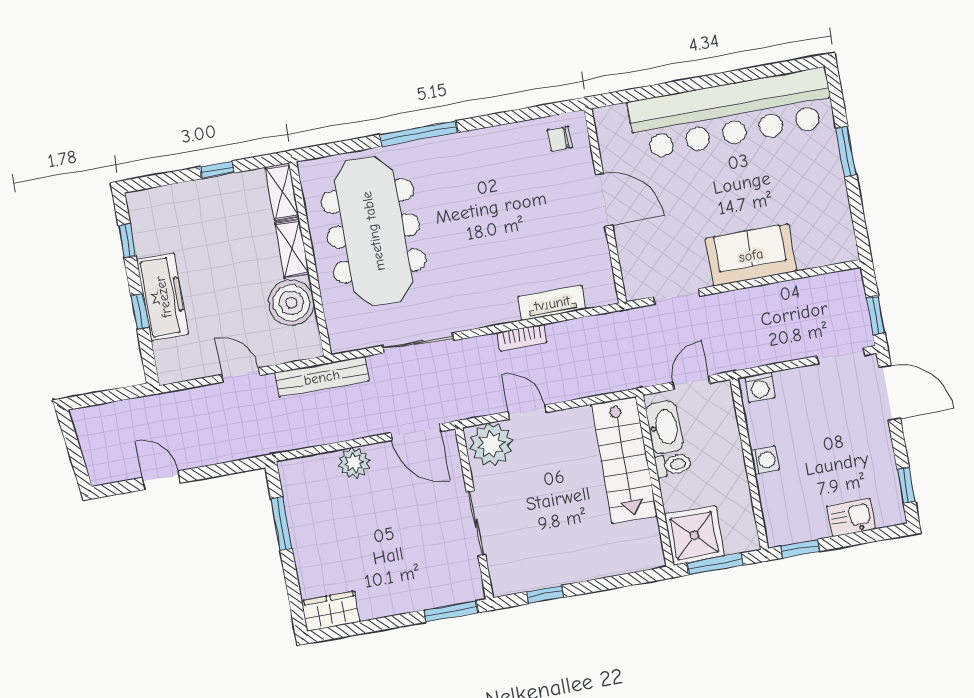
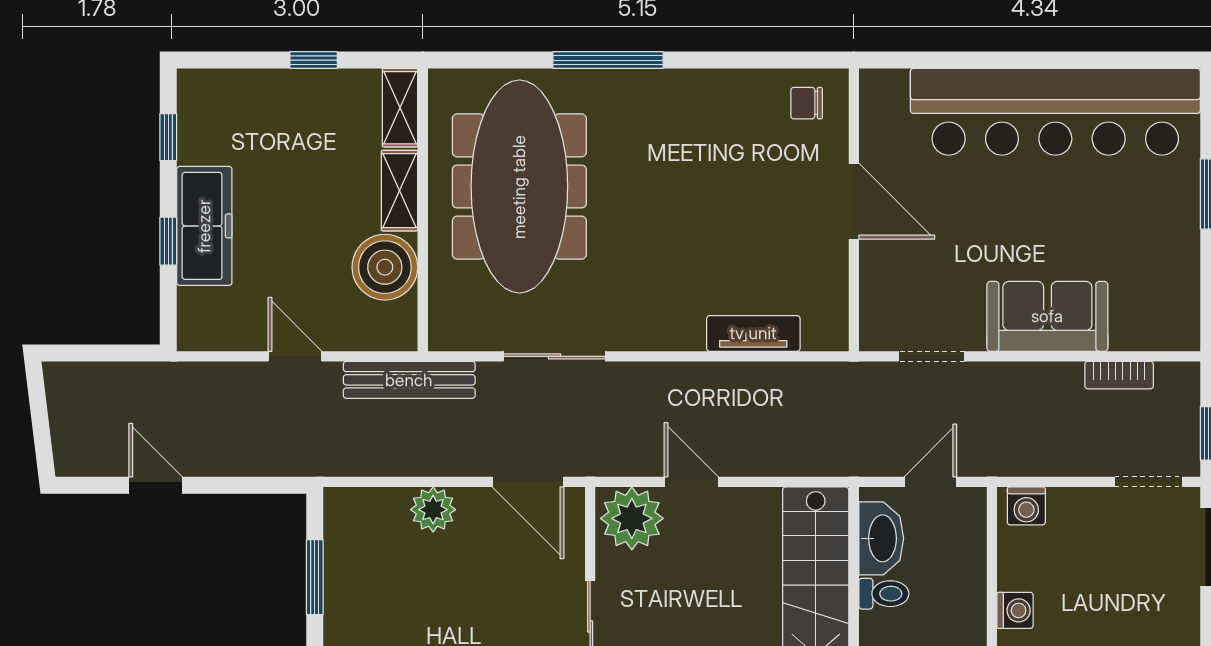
bookcase: (522, 338) -> (1119, 375), moved

